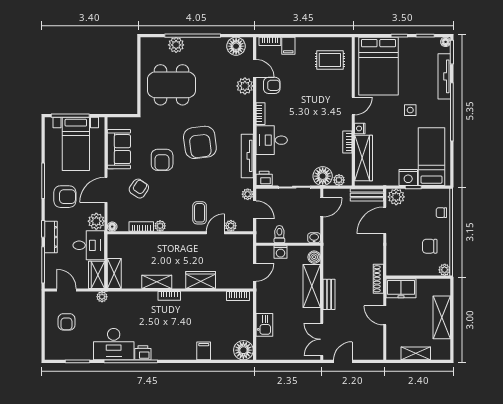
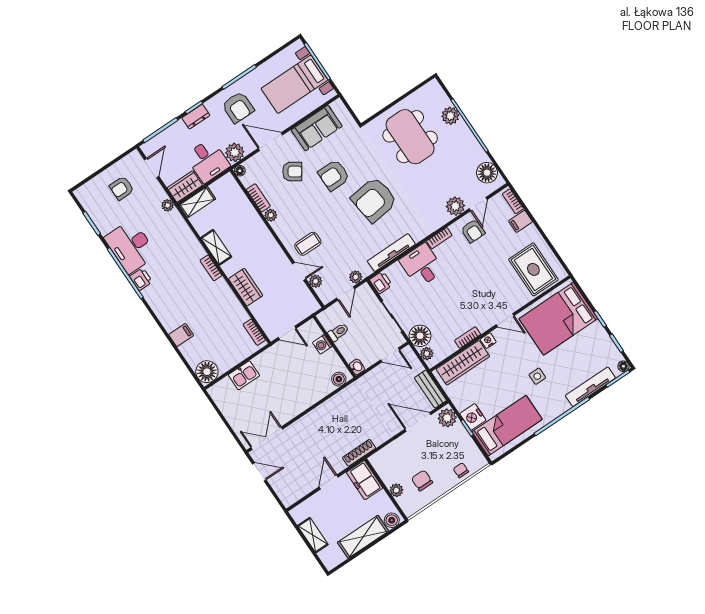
rug: (330, 60) -> (533, 269), width x1.36, depth x1.43
dresser: (51, 237) -> (196, 117), width x0.70
plant: (445, 270) -> (396, 490), moved
shelving: (312, 286) -> (310, 395), removed
boiler: (444, 288) -> (392, 520), added
bench: (329, 294) -> (313, 417), removed

